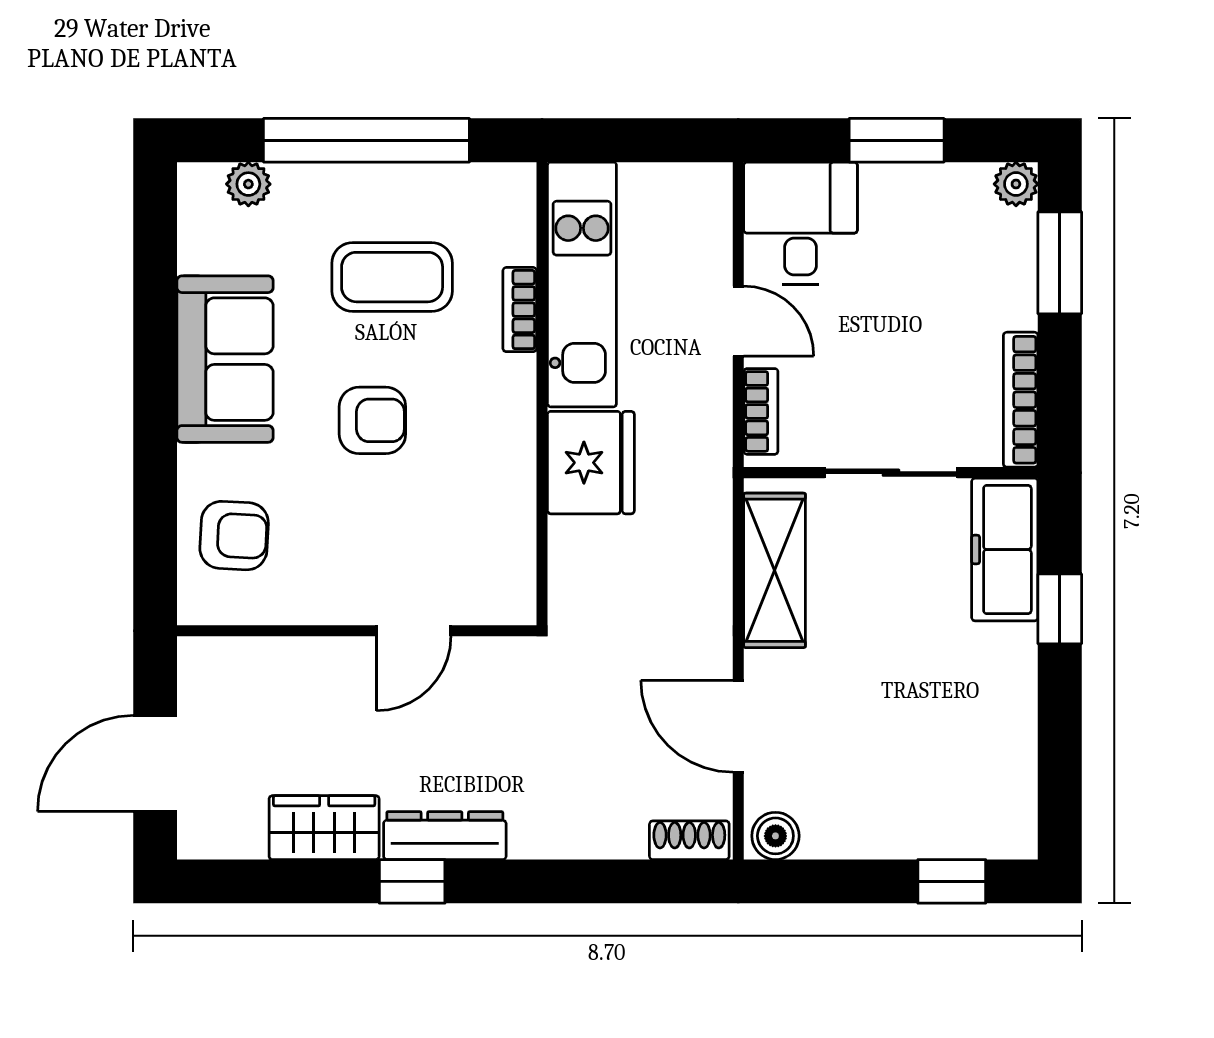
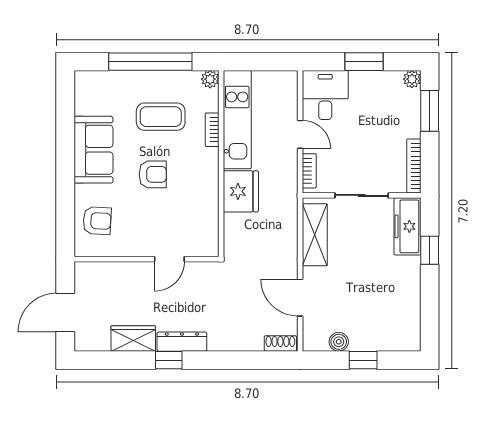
plant: (248, 184) -> (210, 79), moved
boiler: (775, 836) -> (339, 342), moved
window: (952, 881) -> (363, 360), moved

